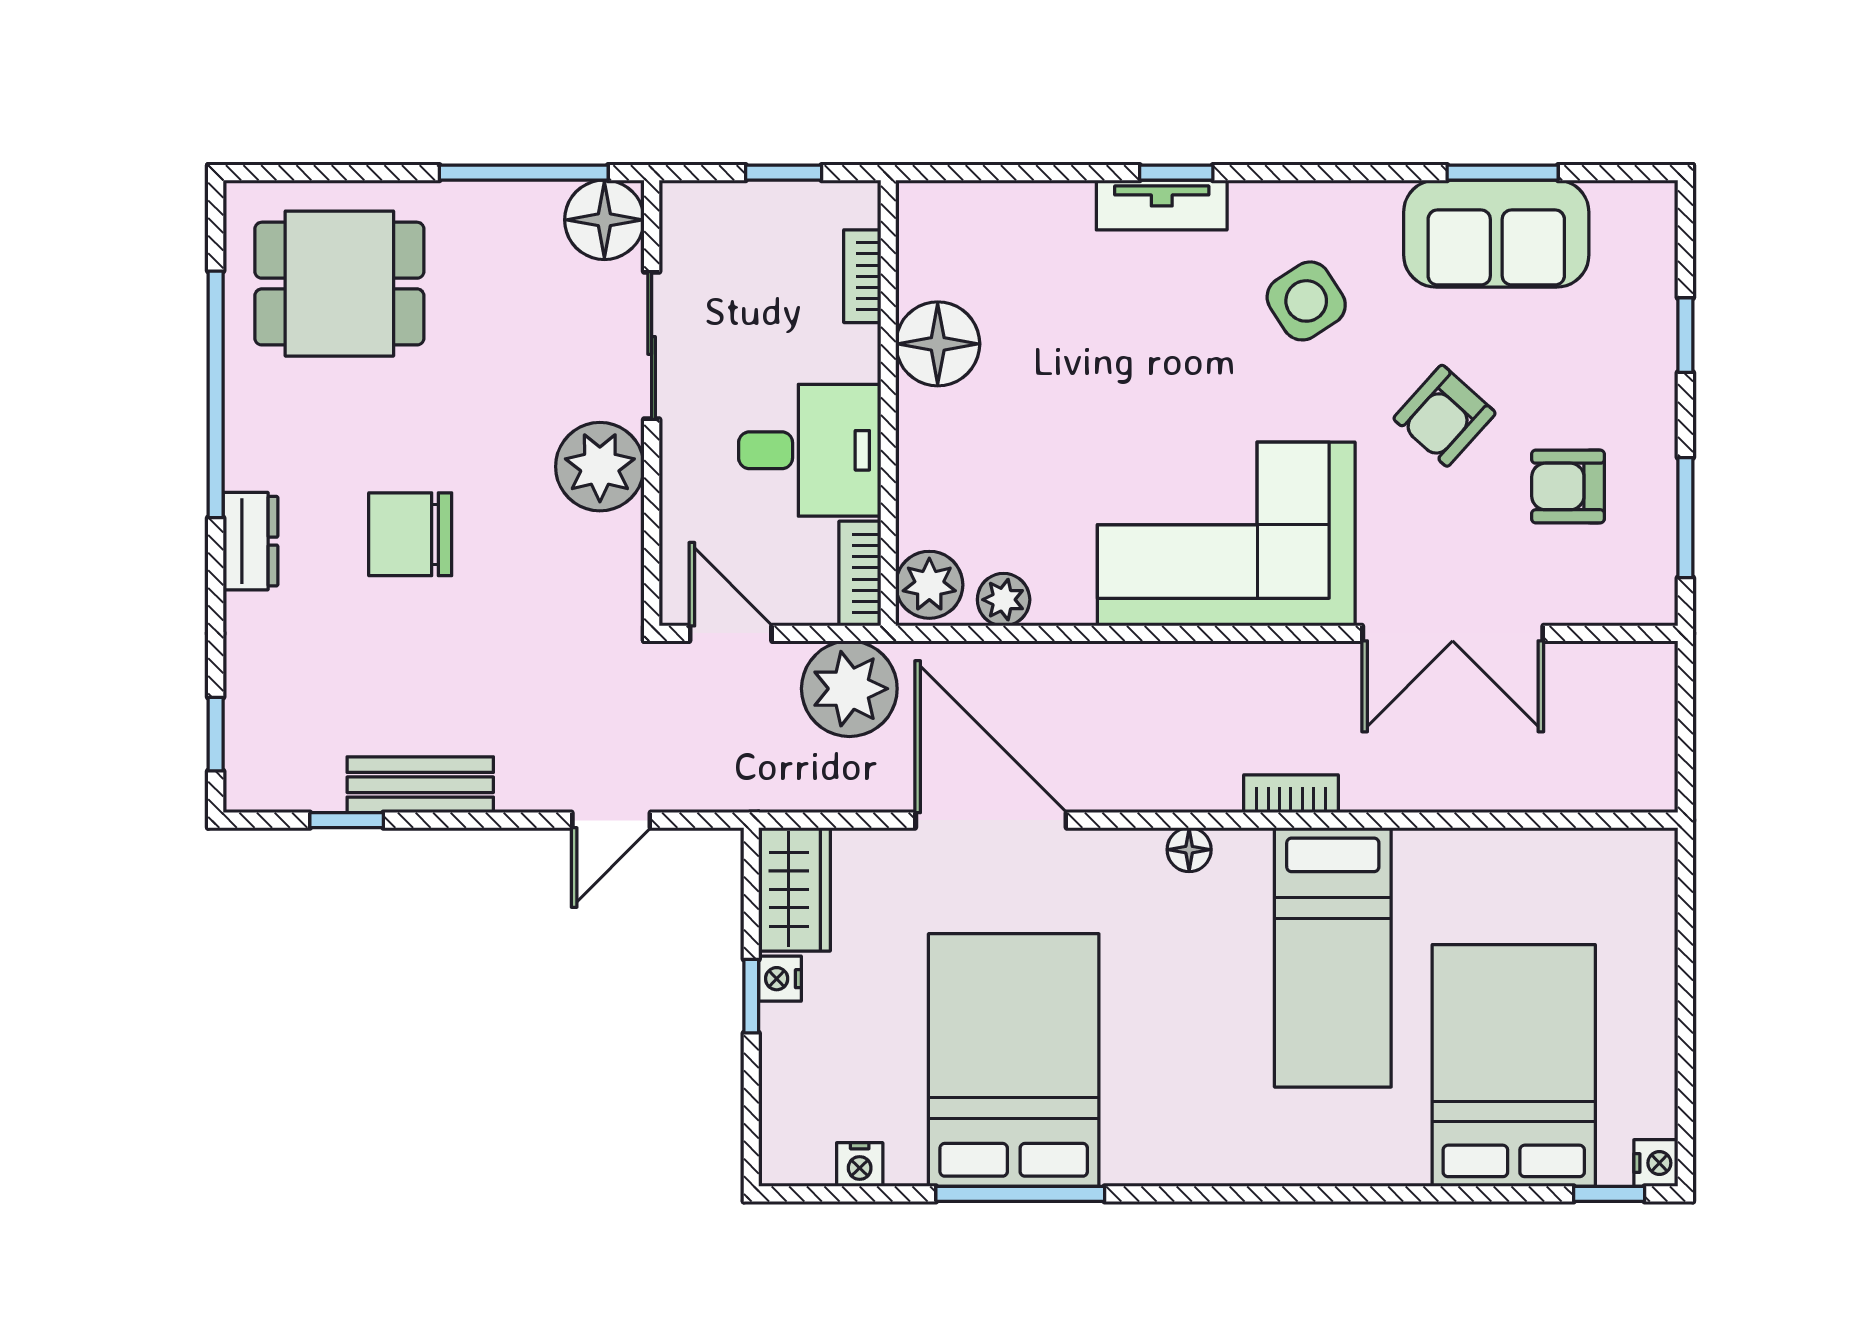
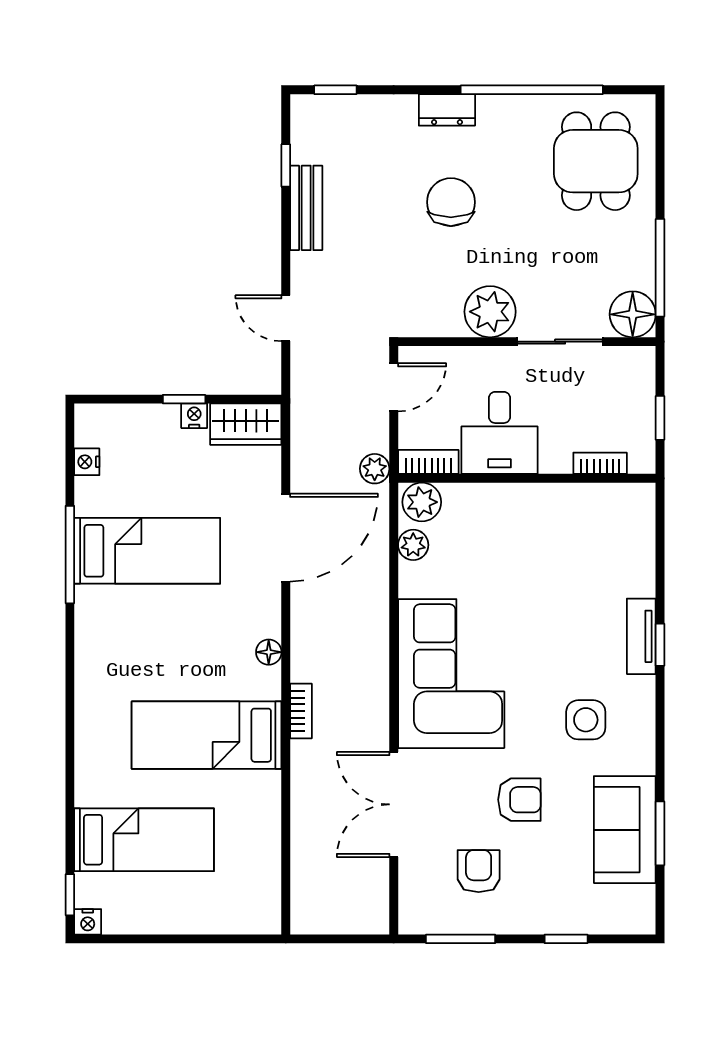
side table: (1306, 301) -> (586, 720), turned 33
floor lamp: (938, 344) -> (561, 507), removed
armchair: (1445, 416) -> (519, 800), turned 138
plant: (849, 689) -> (375, 469), width x0.53, depth x0.53
bed: (1014, 1060) -> (147, 551), width x0.67
bed: (1514, 1065) -> (144, 840), width x0.67

